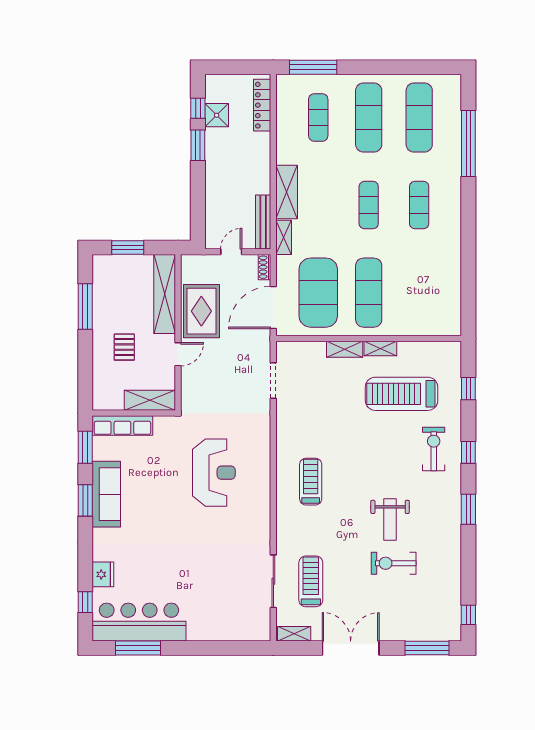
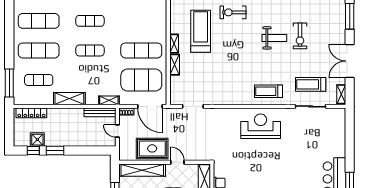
shelving: (287, 192) -> (69, 99), moved
treadmill: (402, 394) -> (201, 31), turned 180
reception desk: (214, 473) -> (261, 126), moved
treadmill: (311, 482) -> (269, 91), moved

